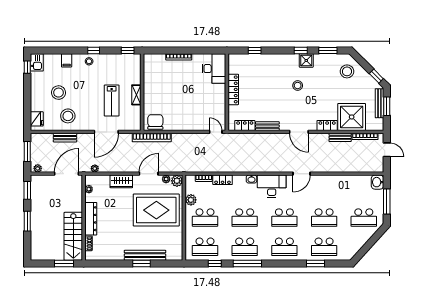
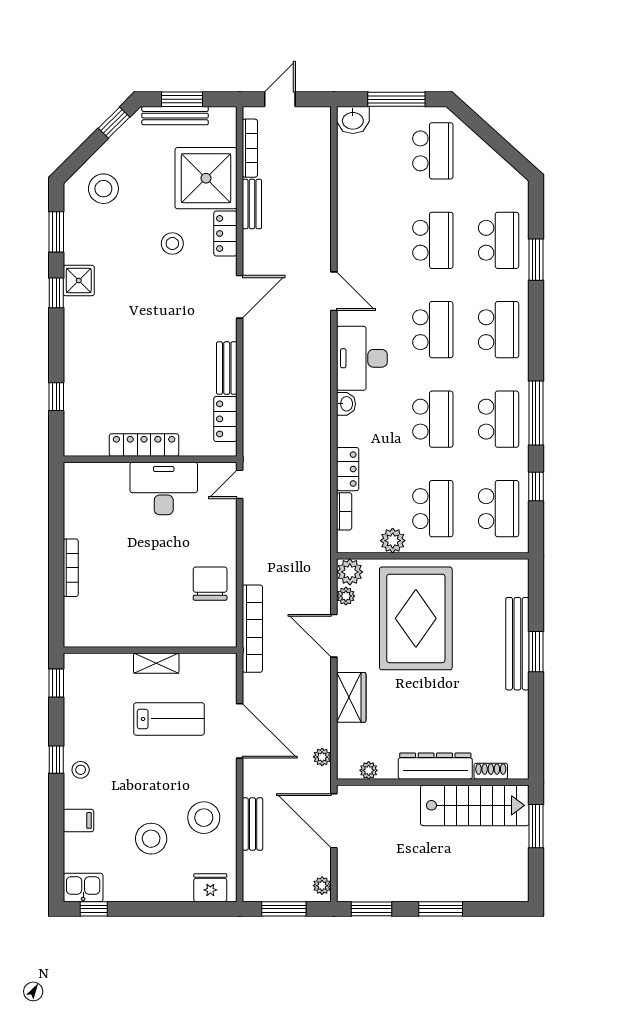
desk: (214, 69) -> (164, 489), moved
stool: (298, 86) -> (172, 243), moved
chair: (155, 122) -> (210, 584), moved, turned 90

